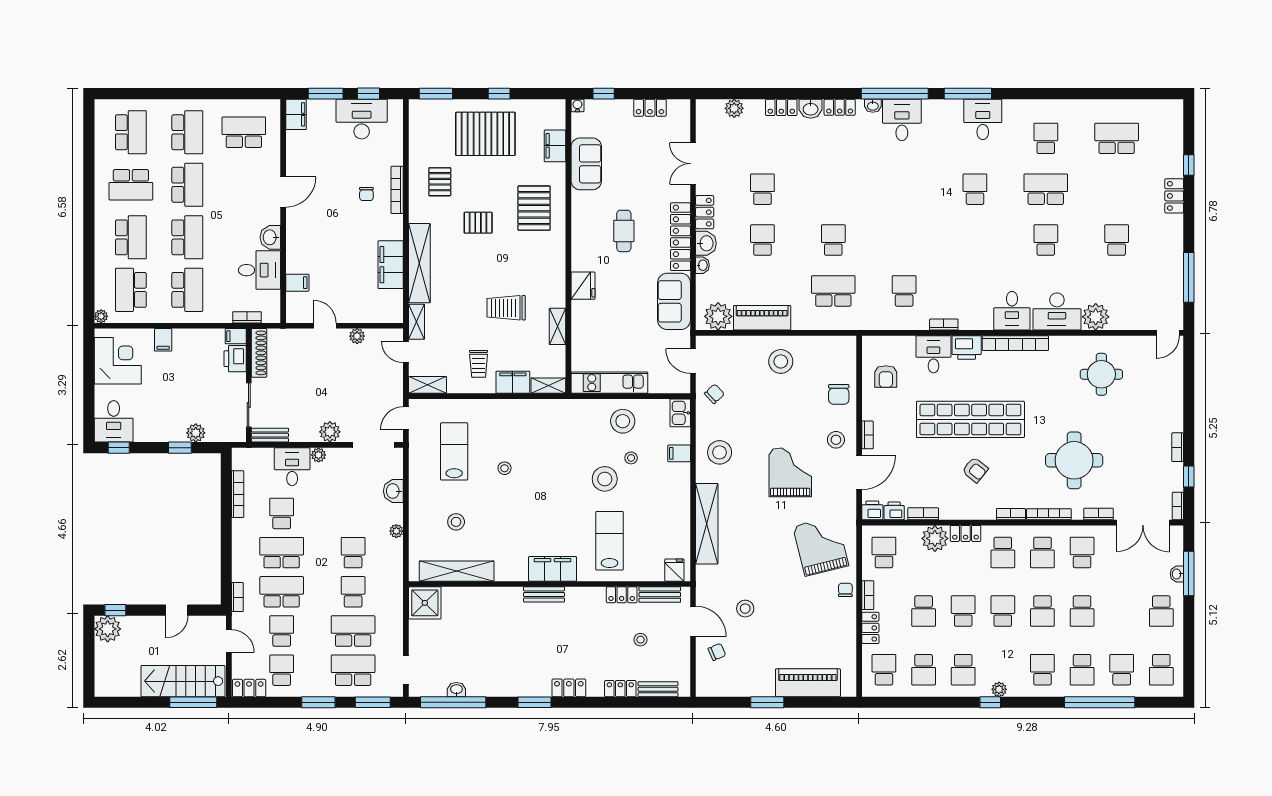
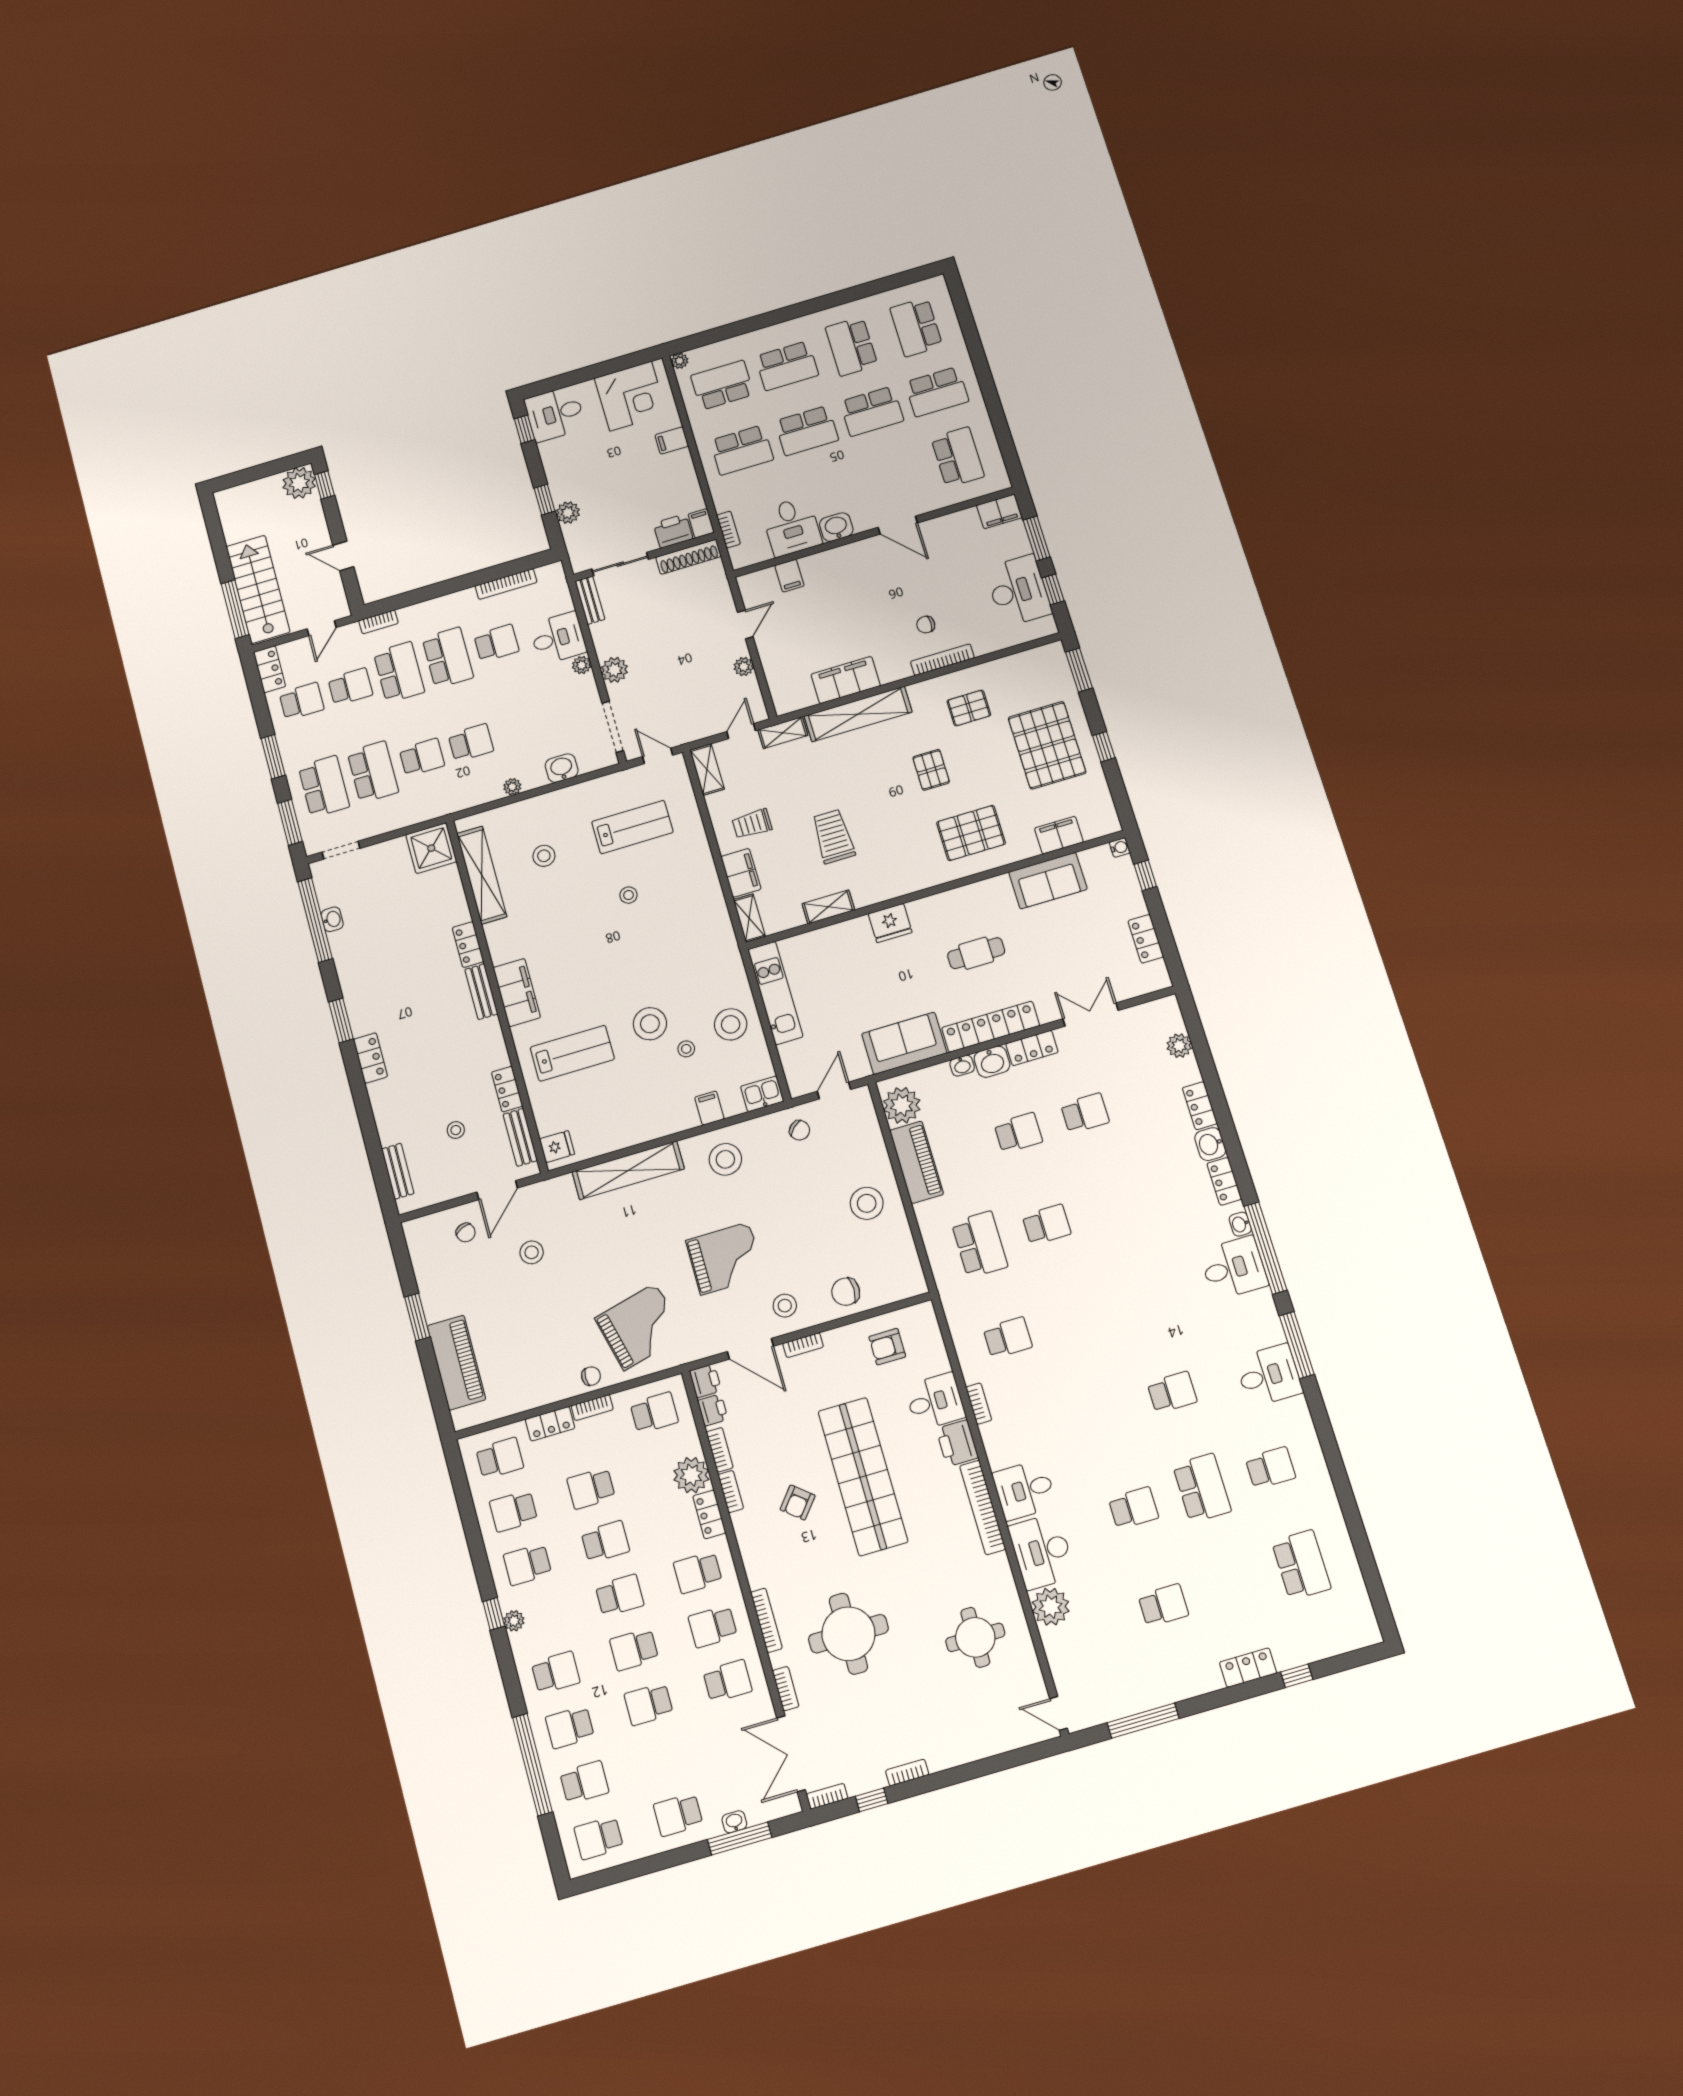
school desk: (131, 132) -> (916, 327), turned 90
bookcase: (1011, 514) -> (731, 1492), moved
locker: (620, 689) -> (468, 945), moved, turned 180

